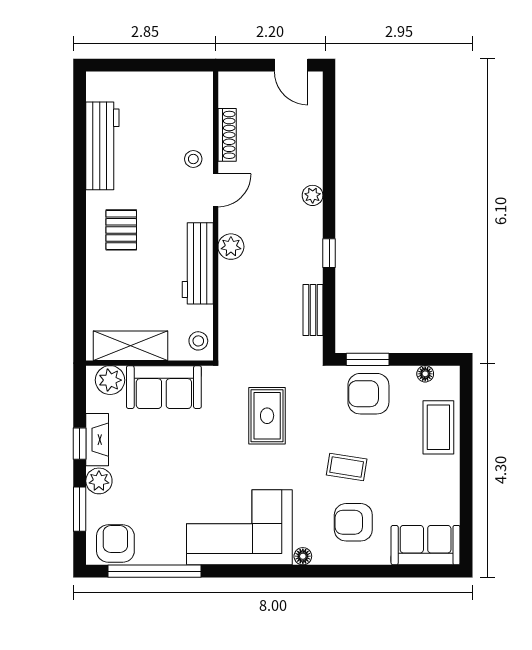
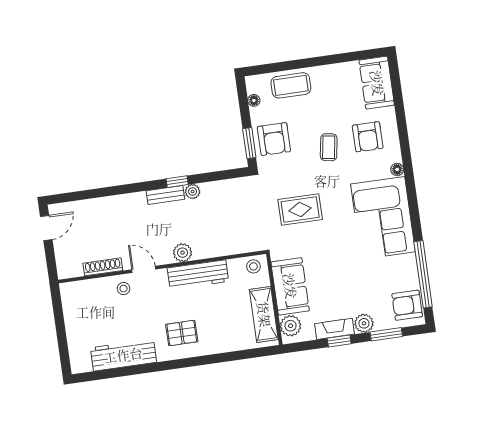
plant: (313, 195) -> (193, 192), moved
bench: (313, 310) -> (165, 195), moved

